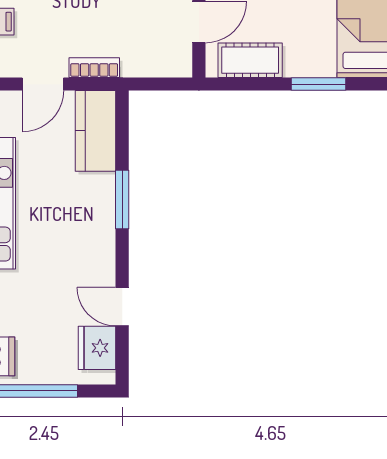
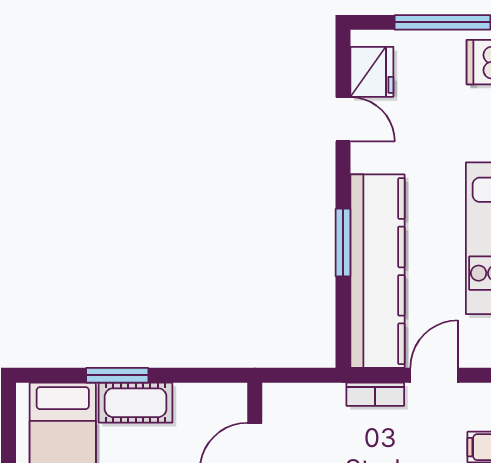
cot: (250, 60) -> (136, 403), moved
kitchen counter: (96, 131) -> (378, 271), width x2.08, depth x1.17

